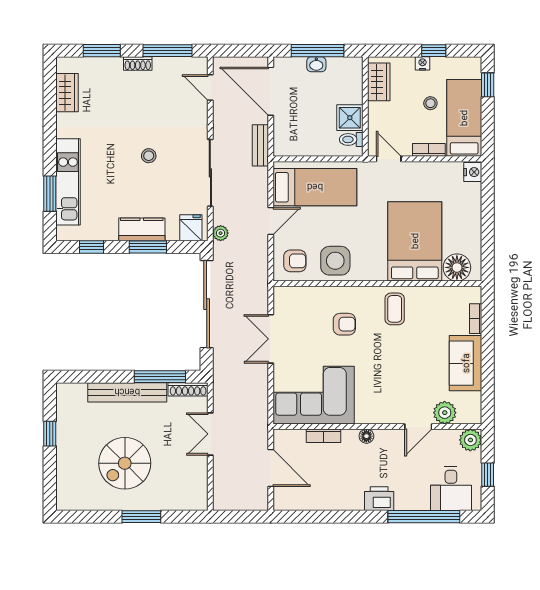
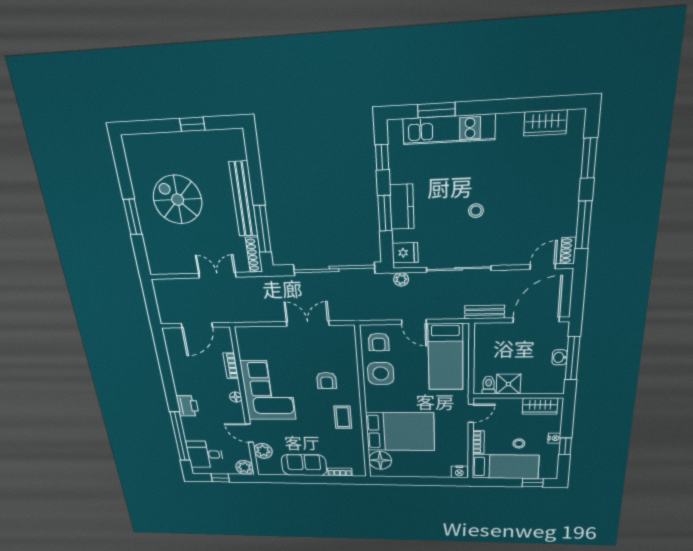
shoe rack: (138, 64) -> (568, 251), moved
coffee table: (395, 309) -> (343, 417), turned 90
corner sofa: (314, 395) -> (268, 390), moved

